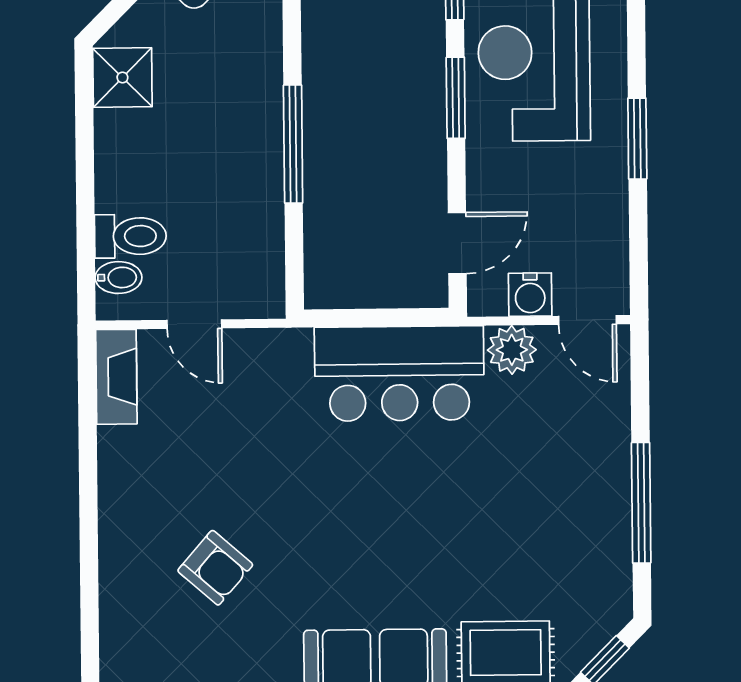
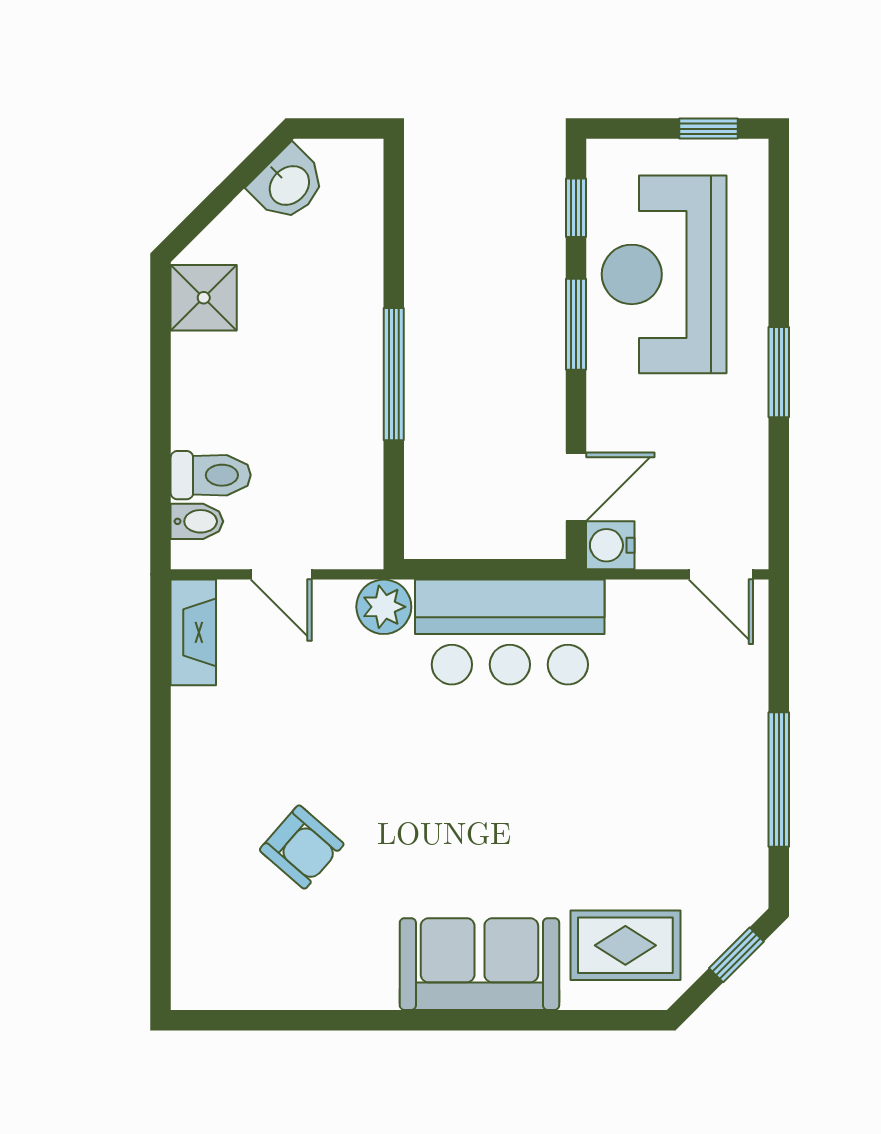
water cooler: (530, 295) -> (610, 545), moved, turned 90
plant: (512, 350) -> (384, 607), moved

